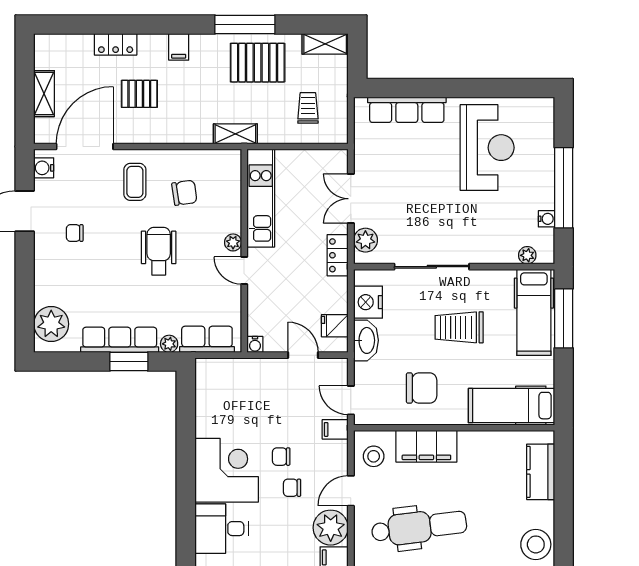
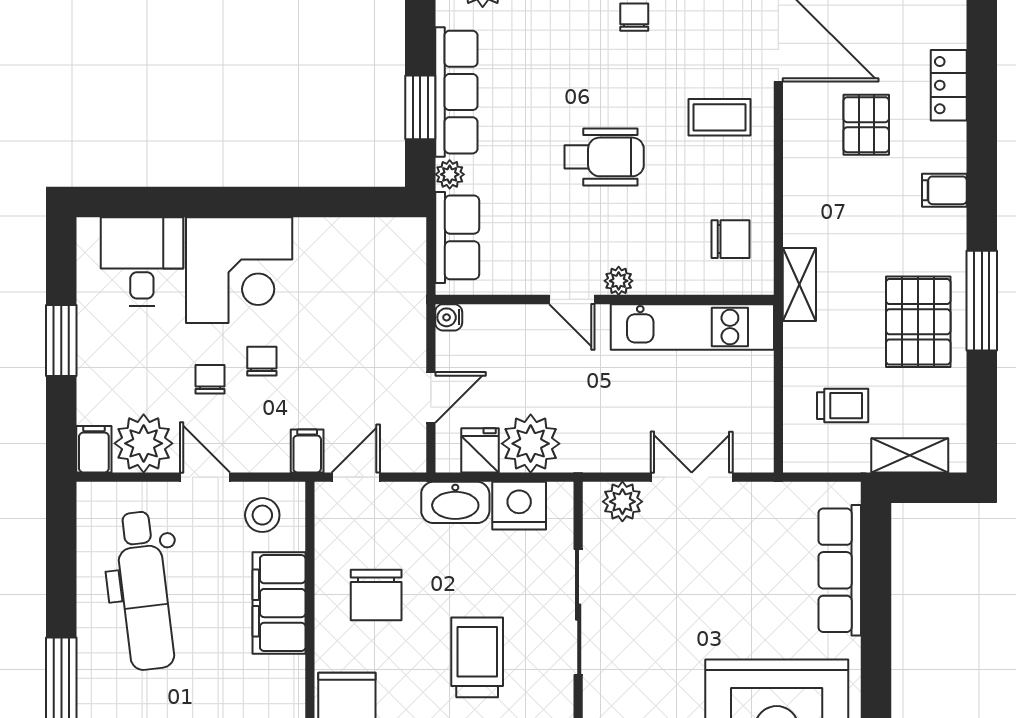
shelving: (325, 44) -> (910, 455), moved, turned 90
chair: (184, 193) -> (731, 239), moved, turned -82
locker: (338, 255) -> (597, 455), removed
door: (244, 271) -> (572, 299), swing flipped
plant: (331, 295) -> (531, 444), added

